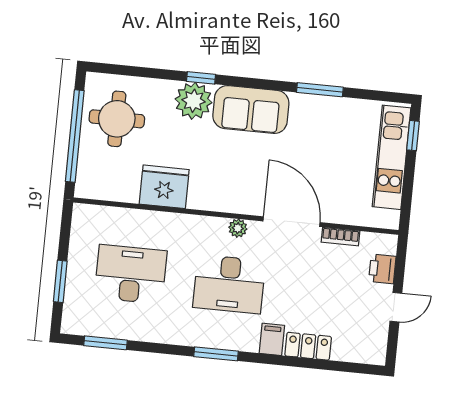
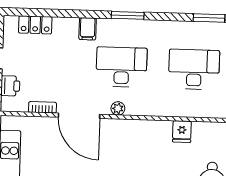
fridge: (164, 187) -> (182, 132), width x0.53, depth x0.75
desk: (131, 274) -> (194, 69), turned 180
locker: (308, 346) -> (35, 25), moved

